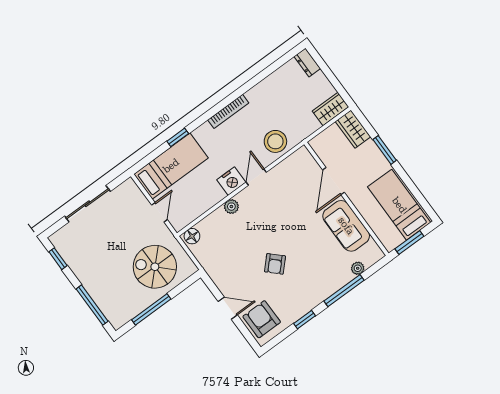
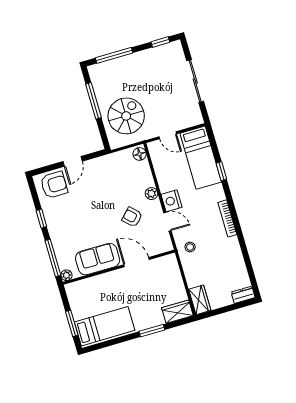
stool: (275, 141) -> (190, 247), width x0.53, depth x0.53
door: (333, 181) -> (136, 262), moved
wall: (346, 199) -> (119, 267), moved
sofa: (346, 226) -> (98, 259), moved
armchair: (275, 264) -> (132, 217), moved

